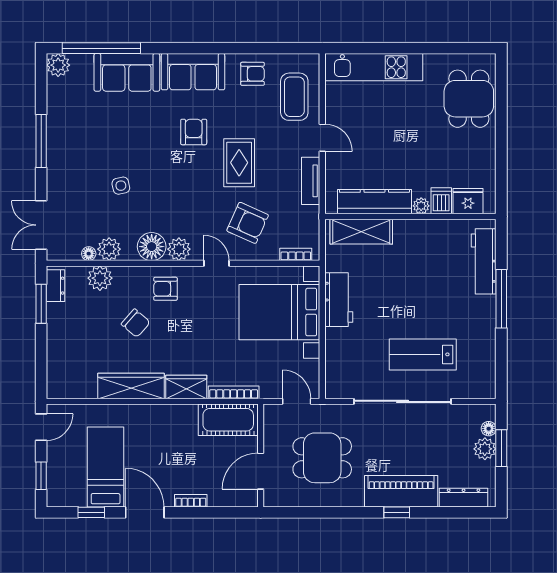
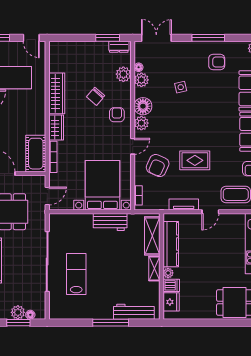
armchair: (194, 132) -> (217, 62), moved
shelving: (414, 228) -> (154, 269), added

